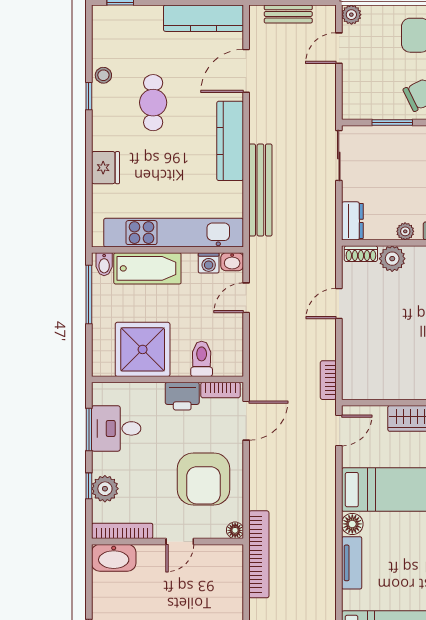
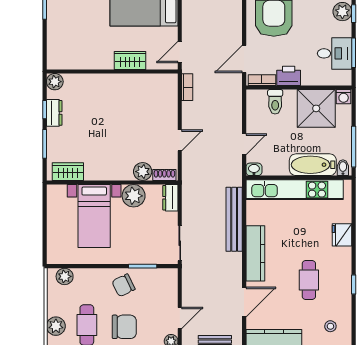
stool: (103, 75) -> (330, 326), moved
plant: (405, 231) -> (134, 196), width x1.88, depth x1.88
washing machine: (209, 263) -> (344, 97), moved, turned 180

